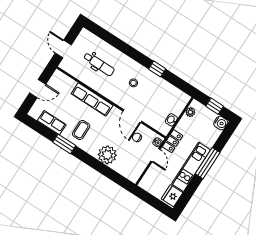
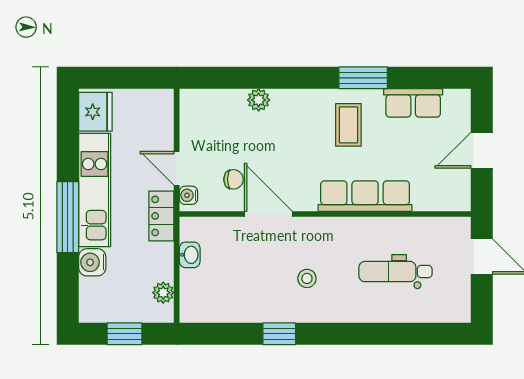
water cooler: (221, 123) -> (92, 262), moved
plant: (107, 155) -> (259, 100), width x0.53, depth x0.53

